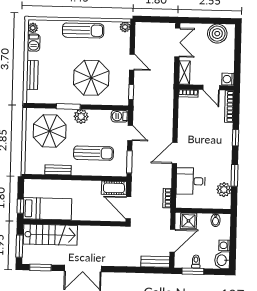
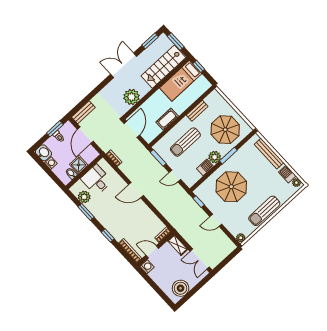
bench: (32, 75) -> (269, 154), width x1.36
barbecue: (120, 116) -> (205, 167), moved
door: (175, 153) -> (136, 190), swing flipped
desk: (191, 181) -> (96, 180), moved, turned -90
cot: (114, 188) -> (167, 119), moved
door: (128, 208) -> (132, 129), hinge flipped
shower: (188, 221) -> (79, 165), moved
plant: (102, 235) -> (131, 97), added

